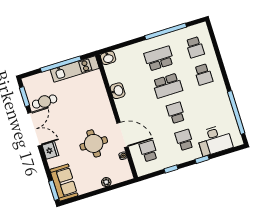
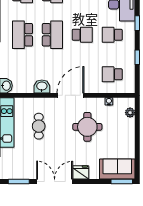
cafe table: (45, 102) -> (39, 126), moved
school desk: (176, 113) -> (82, 35), turned 180
door: (122, 135) -> (71, 95), moved
plant: (106, 182) -> (130, 113), moved

